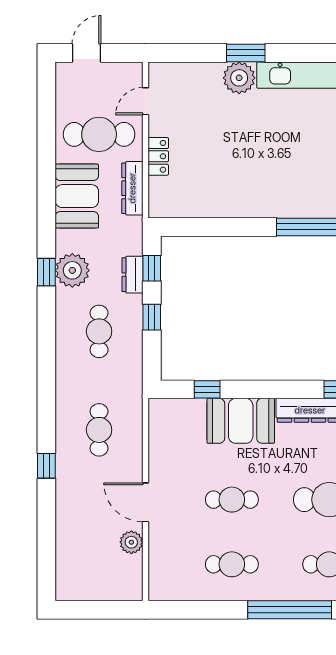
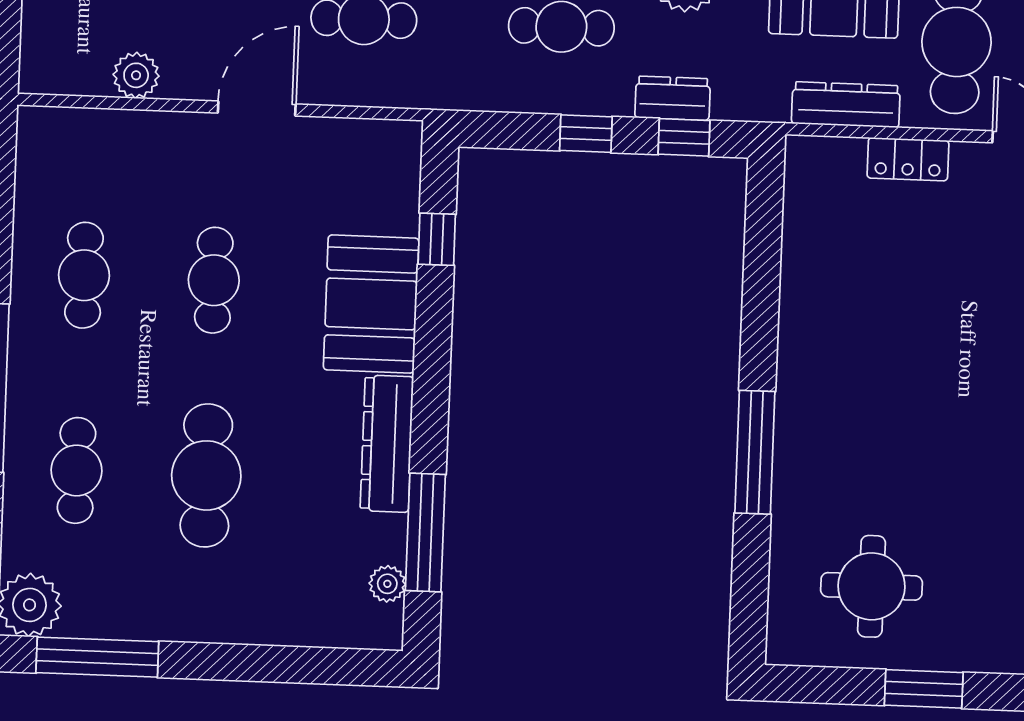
door: (146, 502) -> (257, 108), moved

